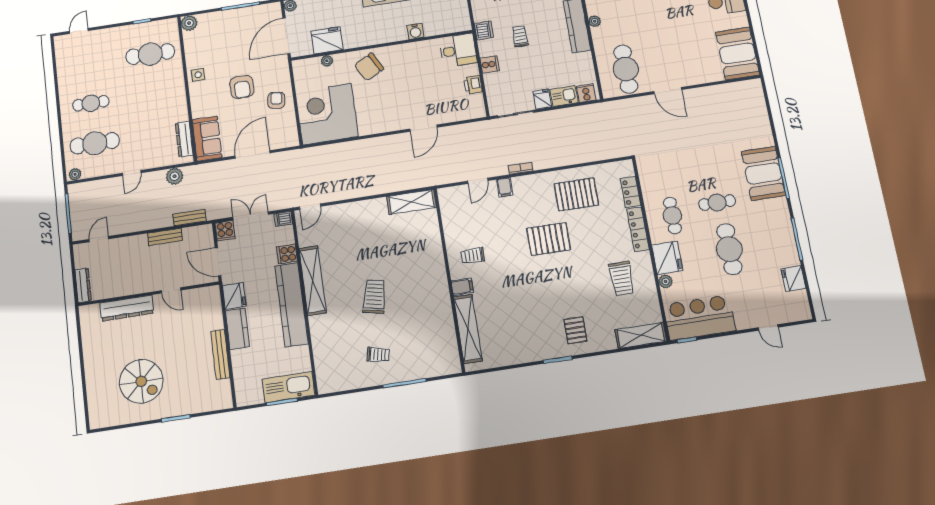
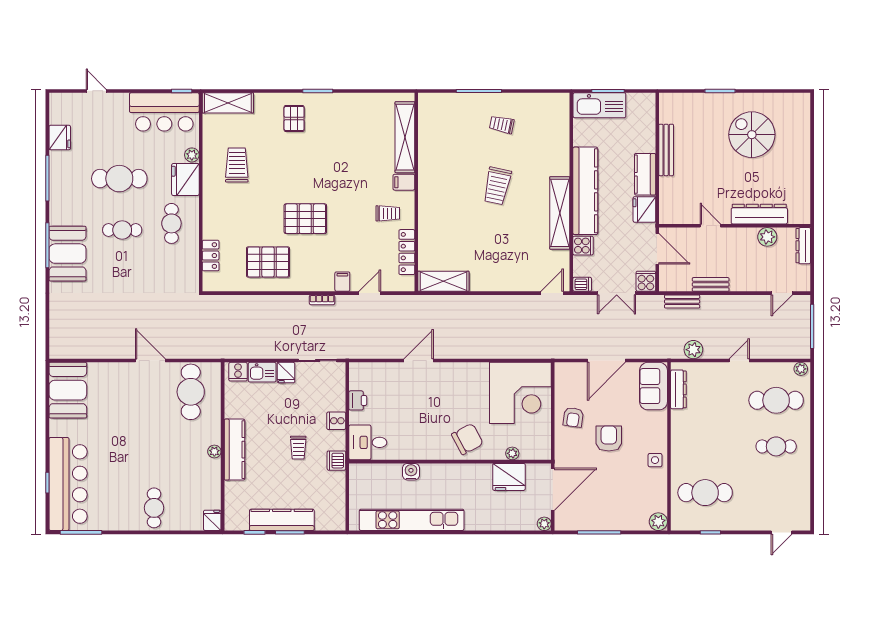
locker: (638, 229) -> (407, 252), moved, turned 180
cafe table: (729, 249) -> (119, 179), turned 90
plant: (117, 288) -> (767, 237), added

